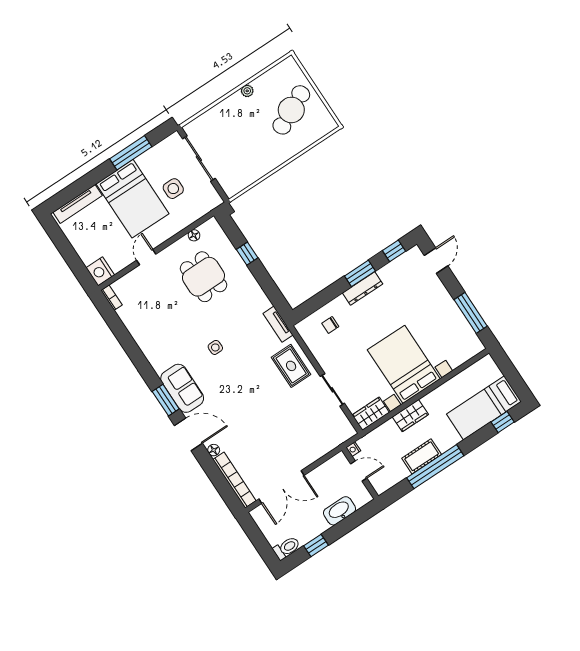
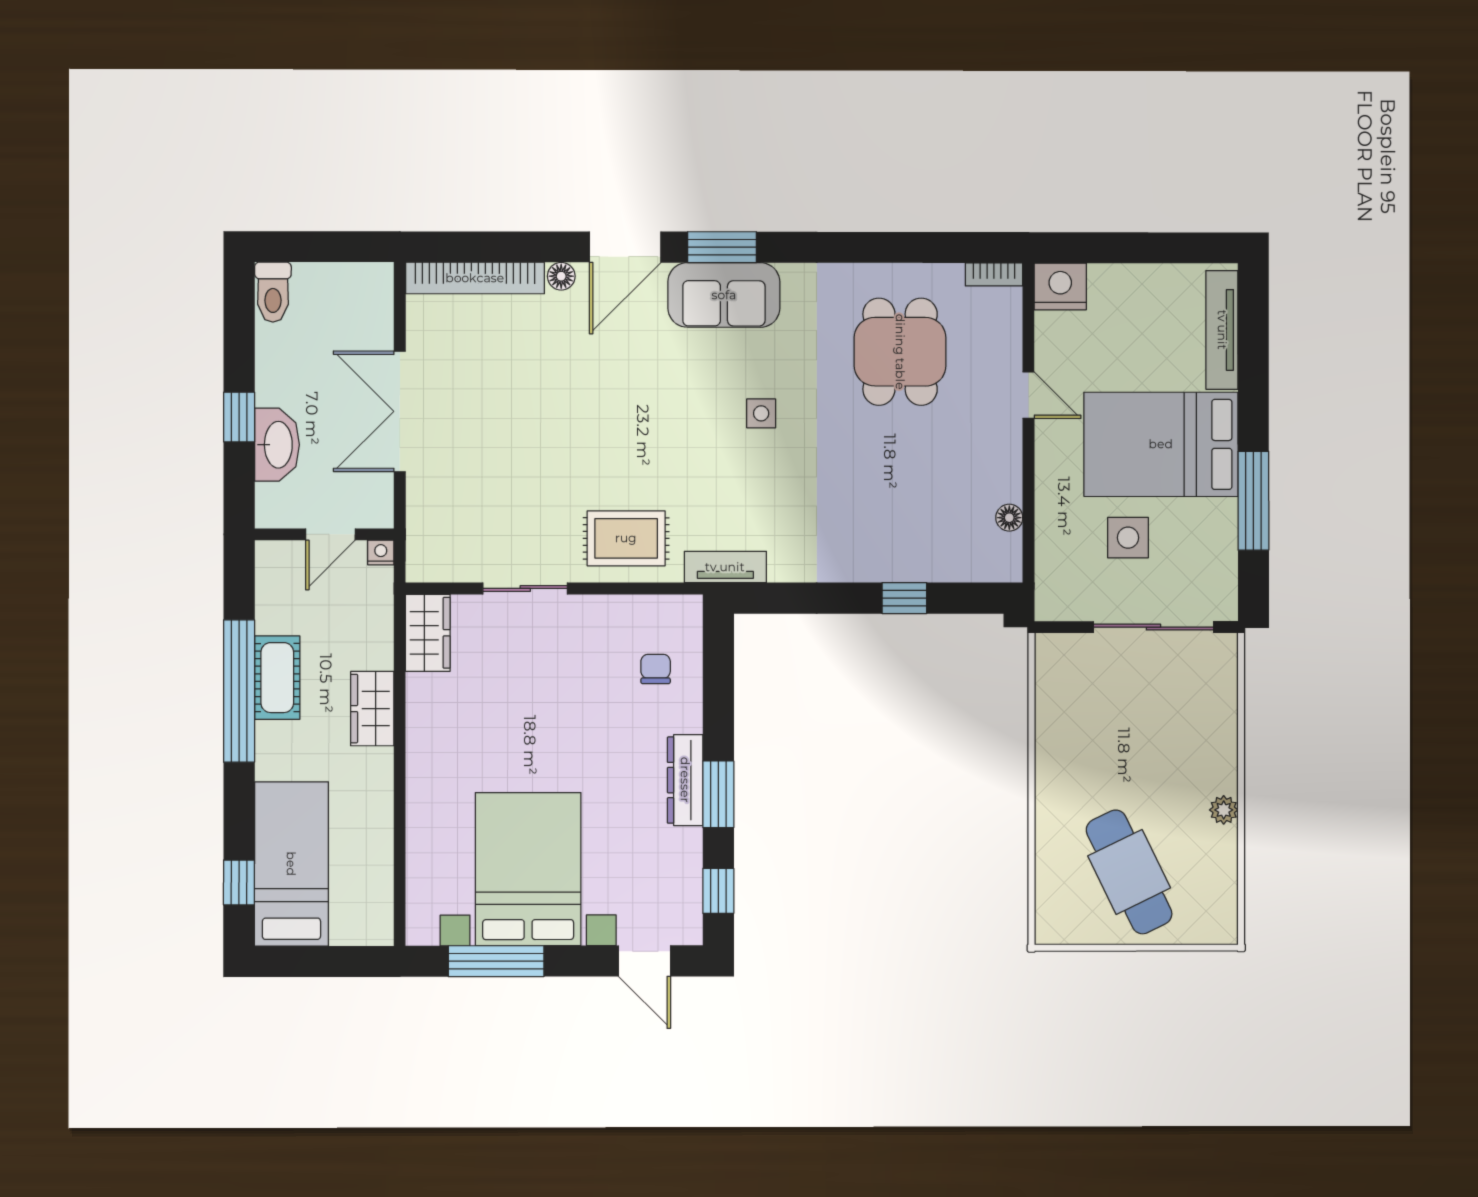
dining table: (203, 277) -> (900, 352), moved, turned 90
bed with nightstands: (404, 364) -> (528, 869), moved, turned -90
double door: (281, 487) -> (400, 411), moved
window: (316, 546) -> (239, 417), moved

